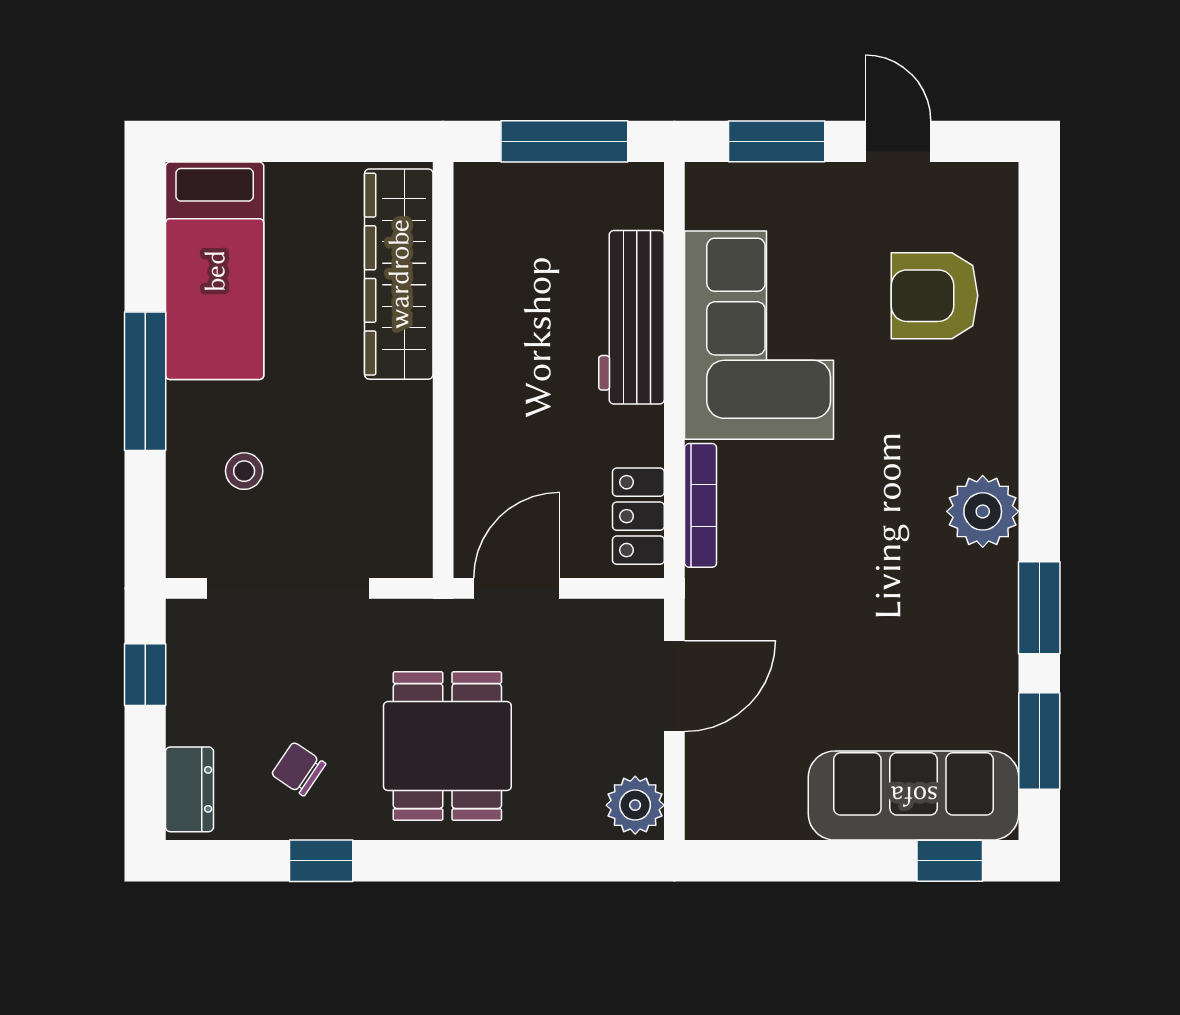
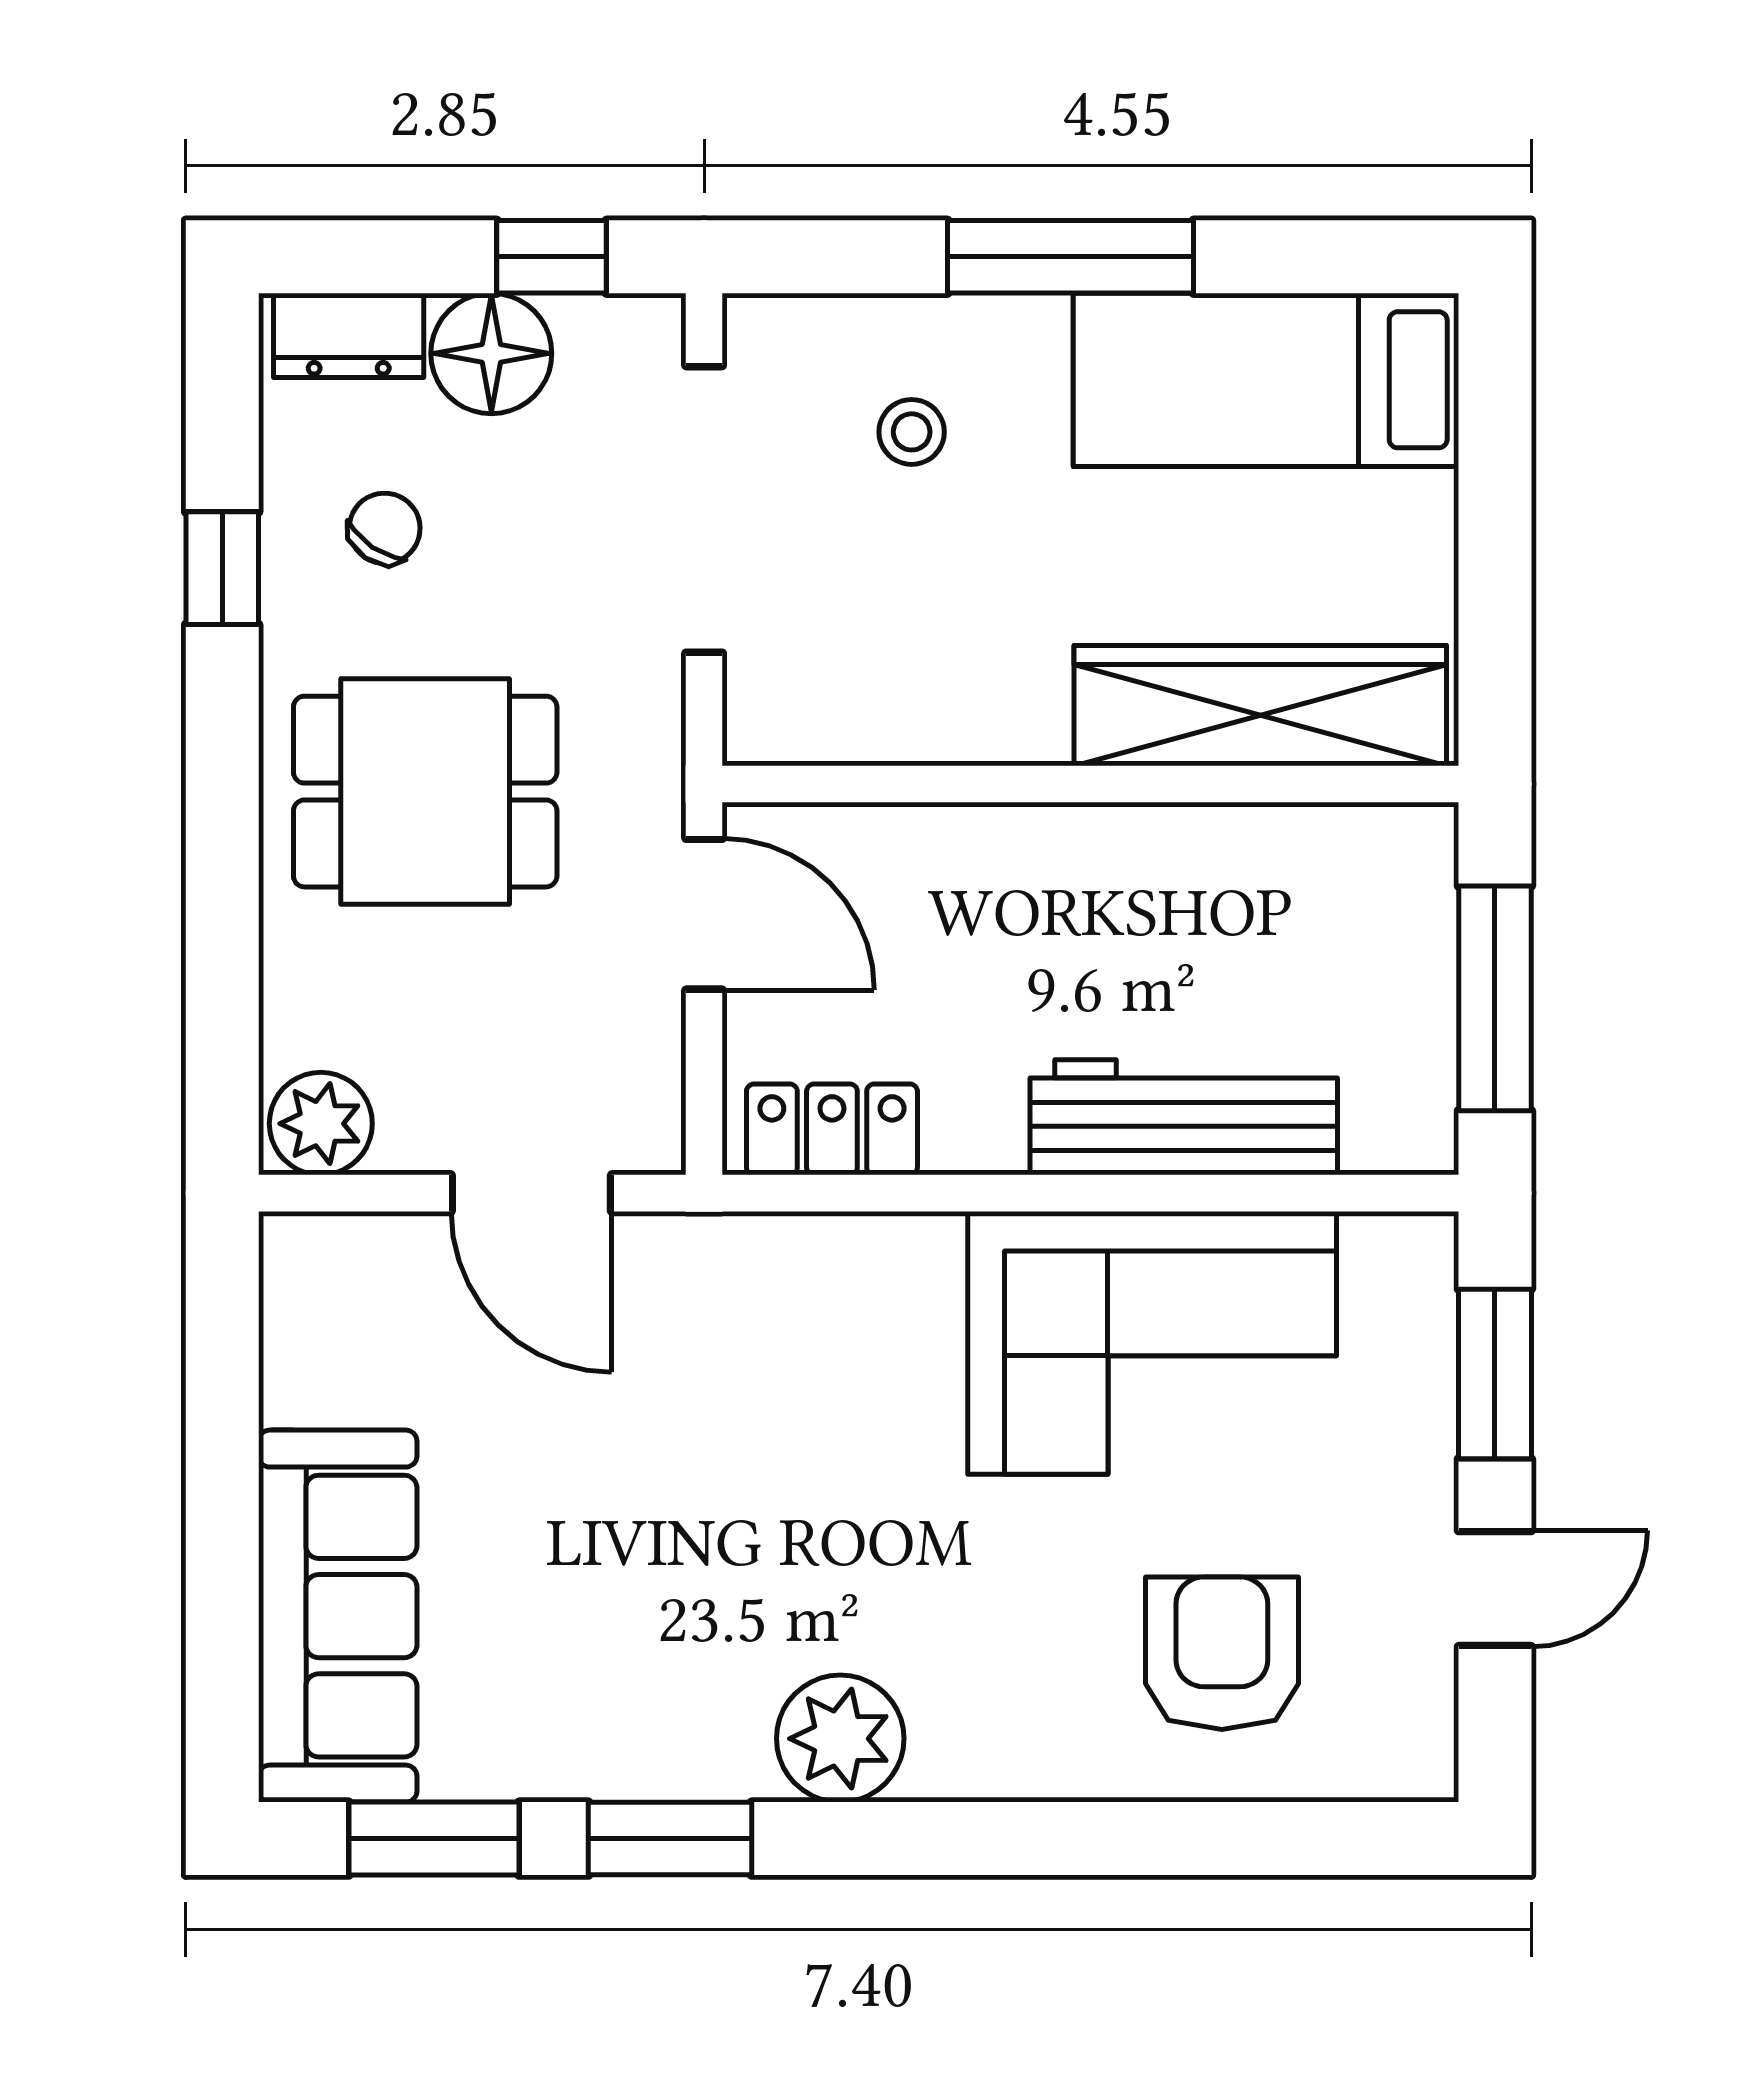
bookcase: (701, 505) -> (851, 1239), removed
floor lamp: (200, 709) -> (491, 353), added
window: (950, 861) -> (222, 1680), removed

